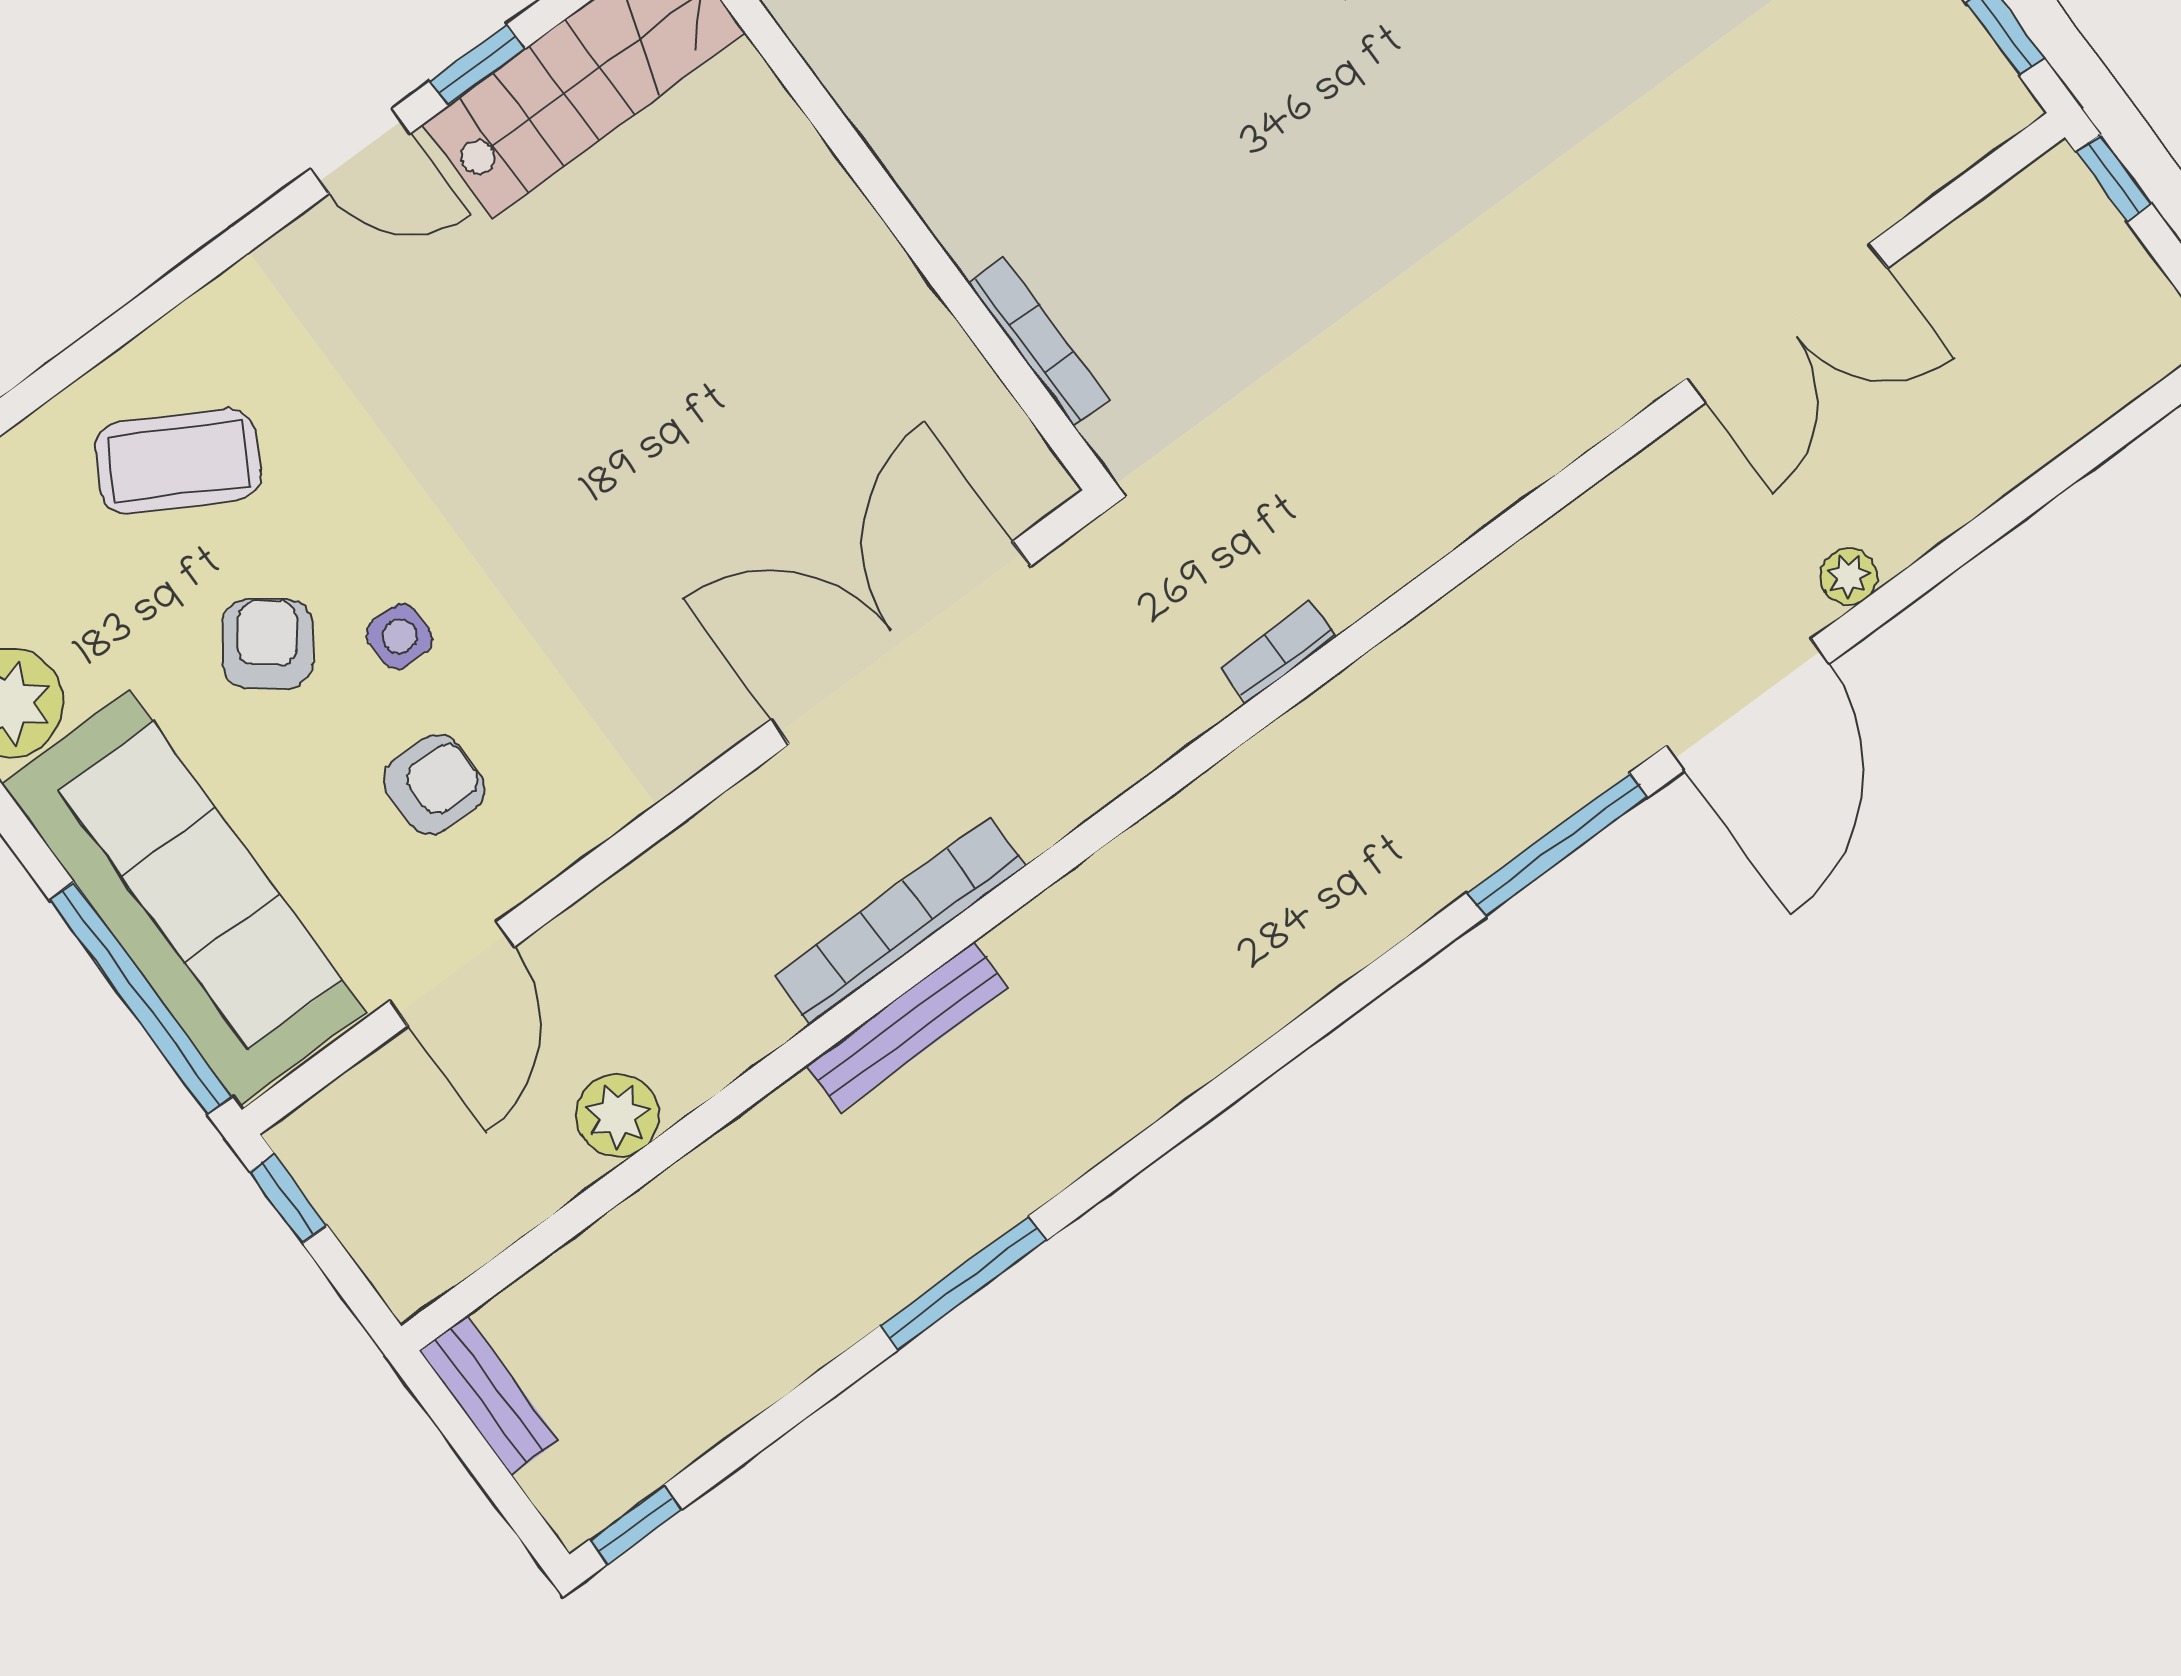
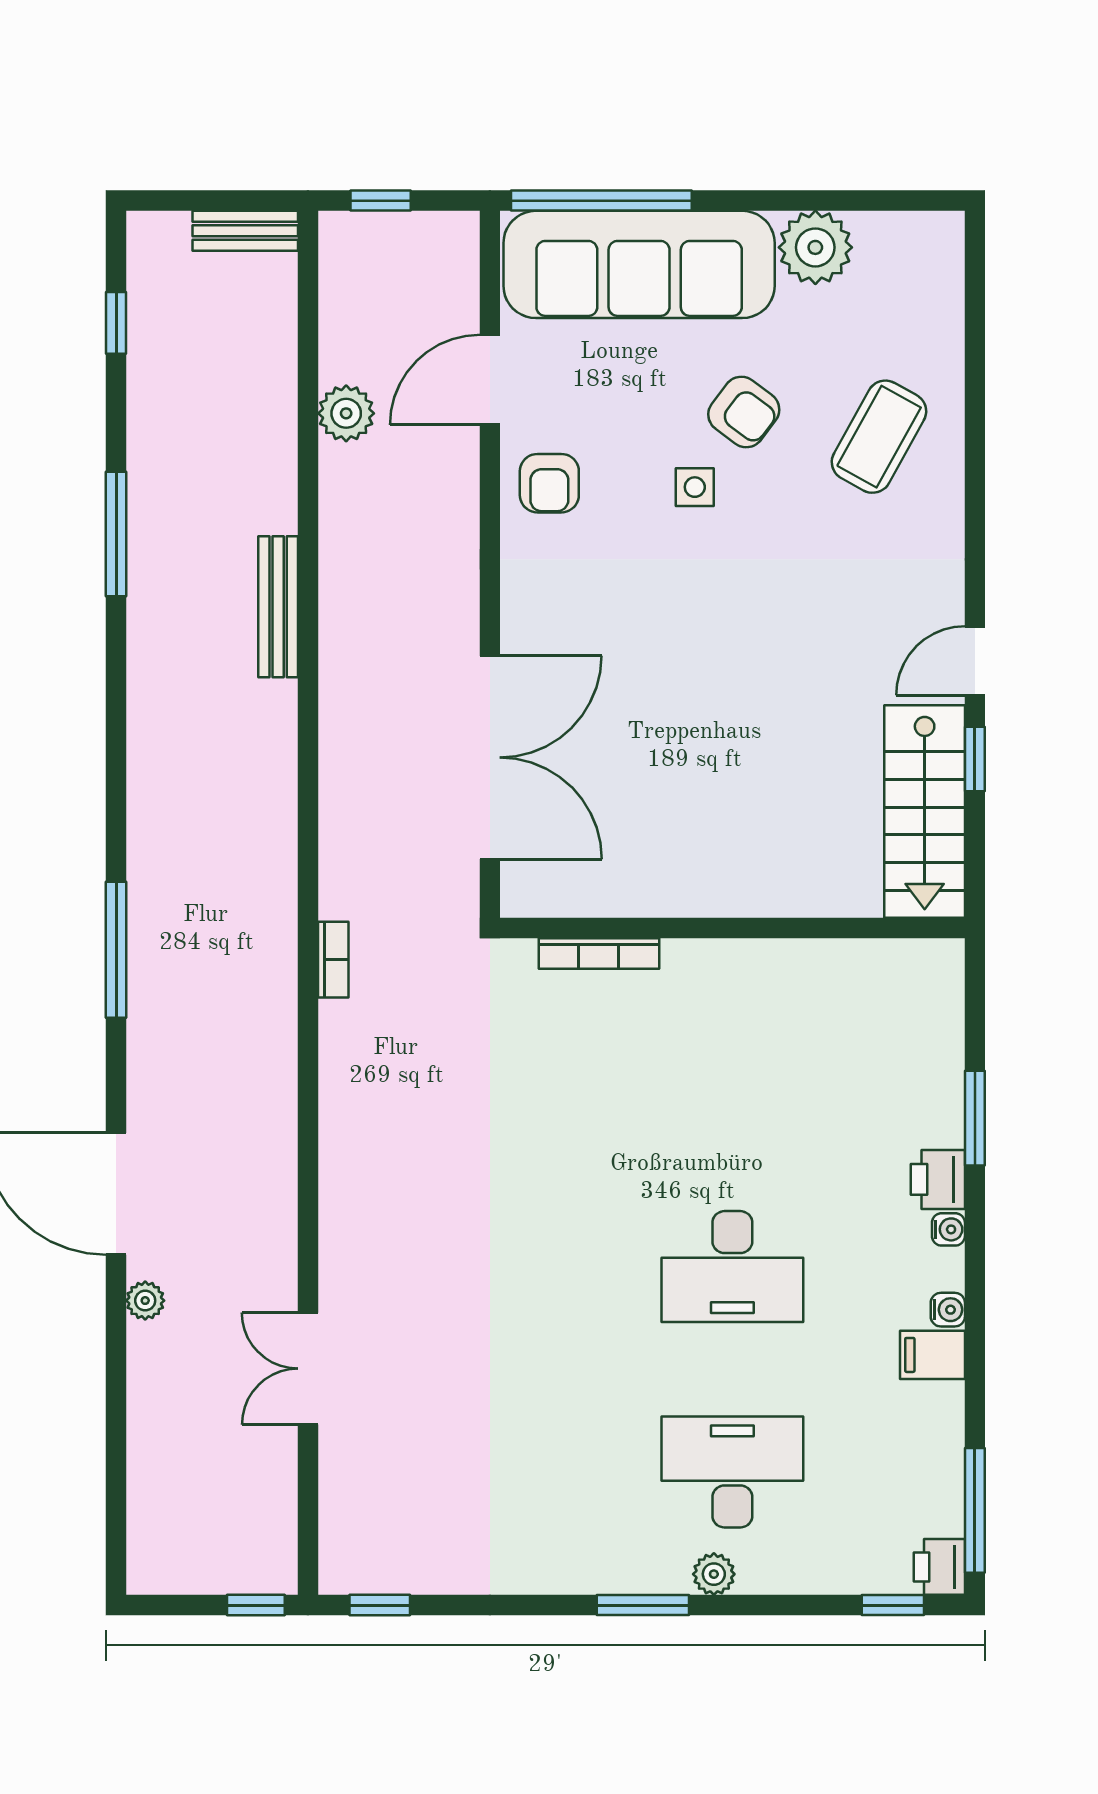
double door: (1787, 323) -> (308, 1369), width x0.73
armchair: (434, 785) -> (549, 483), moved
window: (1557, 845) -> (116, 950), moved
bookcase: (900, 921) -> (339, 645), removed
door: (452, 974) -> (490, 380), hinge flipped
window: (288, 1198) -> (381, 201), moved
window: (635, 1525) -> (116, 323), moved

